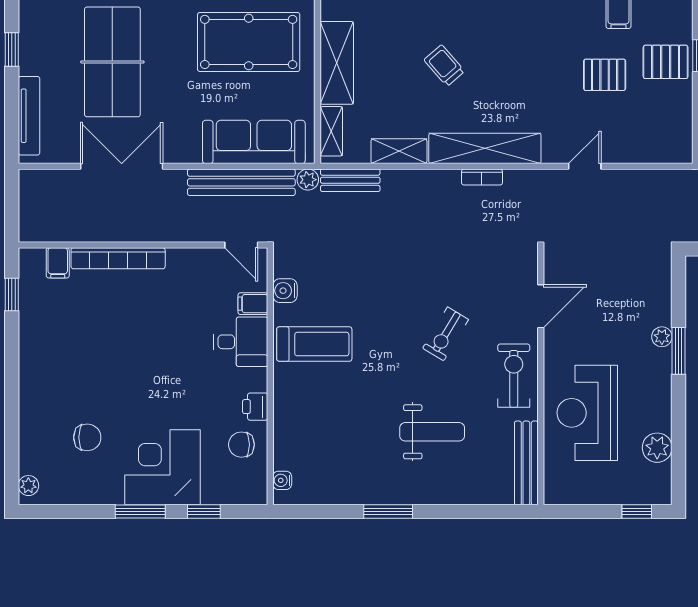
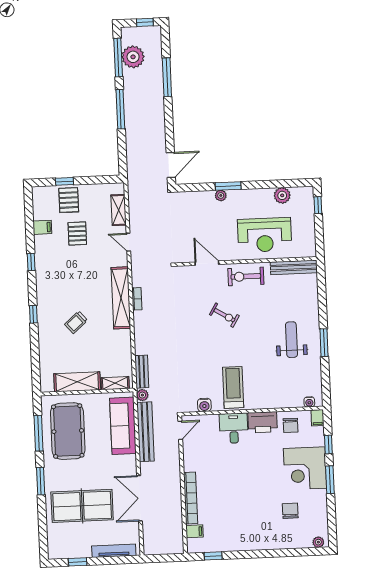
shelving: (399, 151) -> (119, 210), moved
filing cabinet: (253, 304) -> (317, 418), moved
printer: (255, 407) -> (263, 422), width x1.87, depth x1.48
weight bench: (432, 432) -> (291, 340), moved

